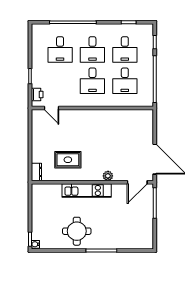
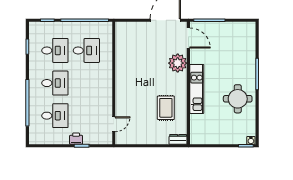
desk: (92, 81) -> (86, 83), removed
printer: (37, 95) -> (76, 139), moved
plant: (108, 176) -> (178, 63), width x1.87, depth x1.87

